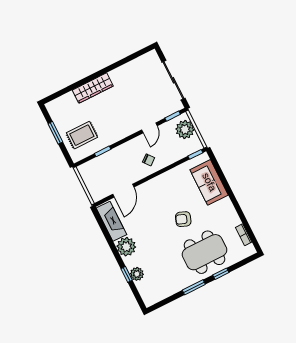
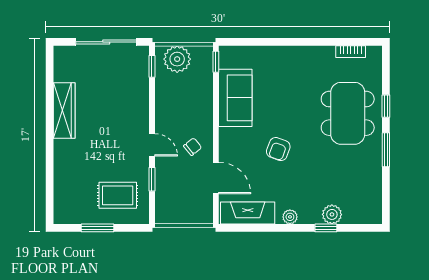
wardrobe: (93, 88) -> (64, 110), moved
door: (149, 128) -> (152, 145), moved
rug: (82, 135) -> (118, 195), turned 90
chair: (149, 160) -> (193, 147), moved
sofa: (209, 182) -> (235, 98), moved, turned -90
armchair: (183, 219) -> (278, 149), moved
plant: (126, 247) -> (290, 217), width x0.53, depth x0.53

